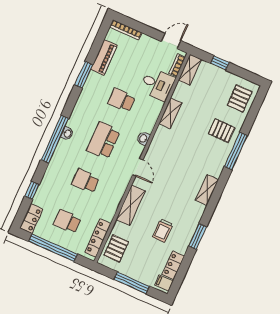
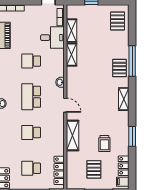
shelving: (190, 70) -> (72, 31), moved
pallet: (222, 131) -> (119, 68), moved, turned 90
pallet: (116, 248) -> (94, 169), moved

